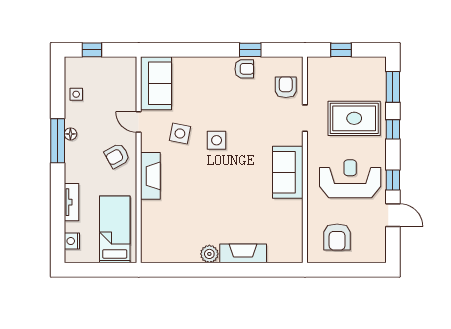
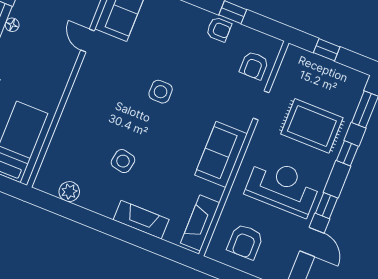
armchair: (286, 87) -> (254, 65), turned 180
side table: (180, 133) -> (123, 161), moved
armchair: (117, 156) -> (51, 67), removed
fireplace: (150, 176) -> (200, 223), moved, turned 180
plant: (209, 254) -> (69, 192), moved

